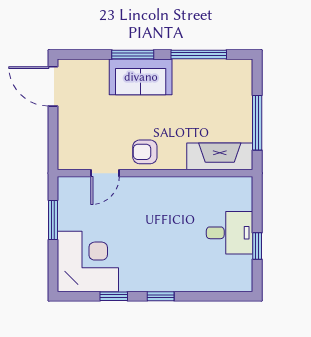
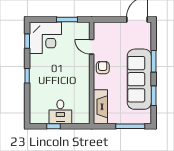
window: (199, 54) -> (154, 96), width x0.69
sofa: (141, 77) -> (139, 79), width x1.85, depth x1.27
window: (257, 123) -> (130, 126), moved
window: (114, 296) -> (27, 41), moved

